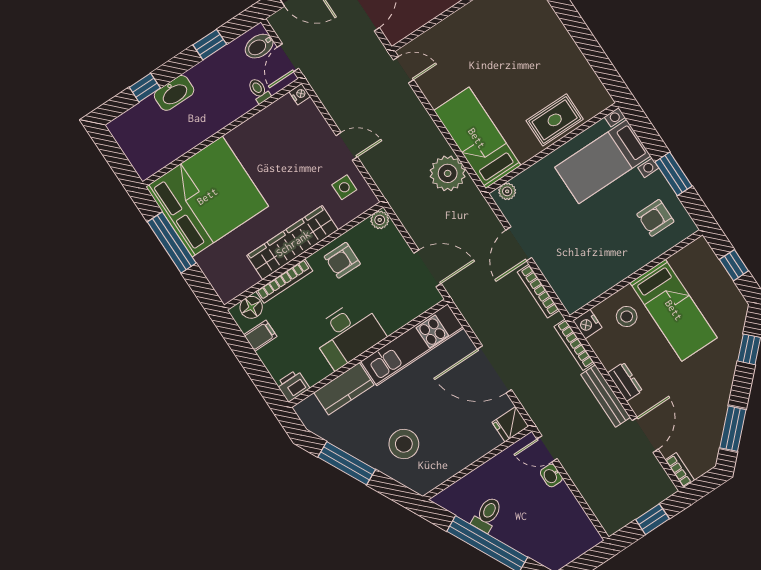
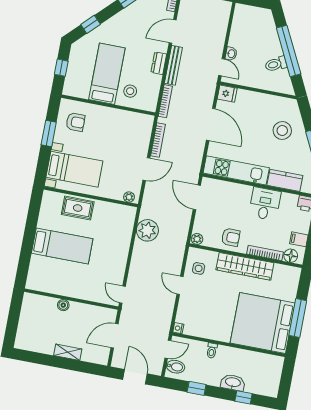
toilet: (259, 91) -> (212, 351), moved
bed: (477, 138) -> (62, 246), moved, turned -90
nightstand: (587, 324) -> (151, 105), removed
desk: (348, 334) -> (265, 204), width x0.73

